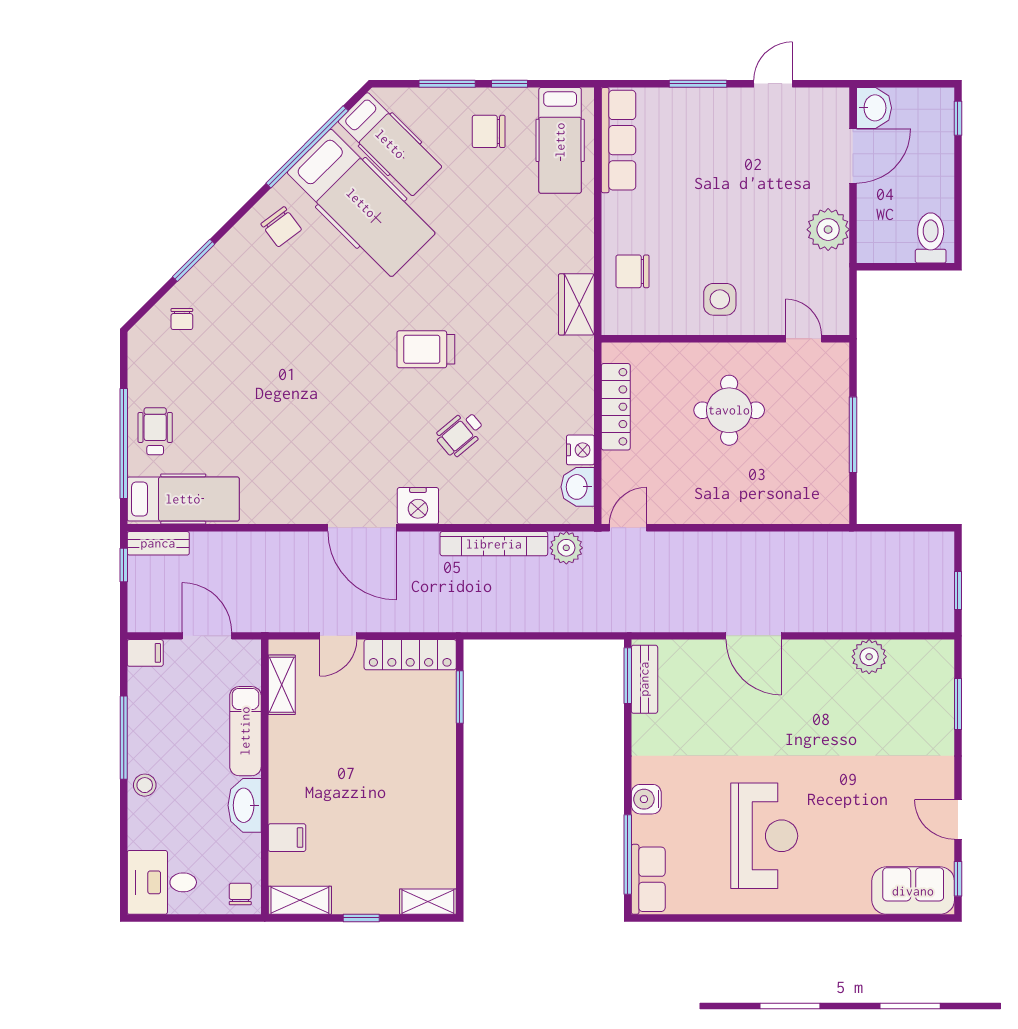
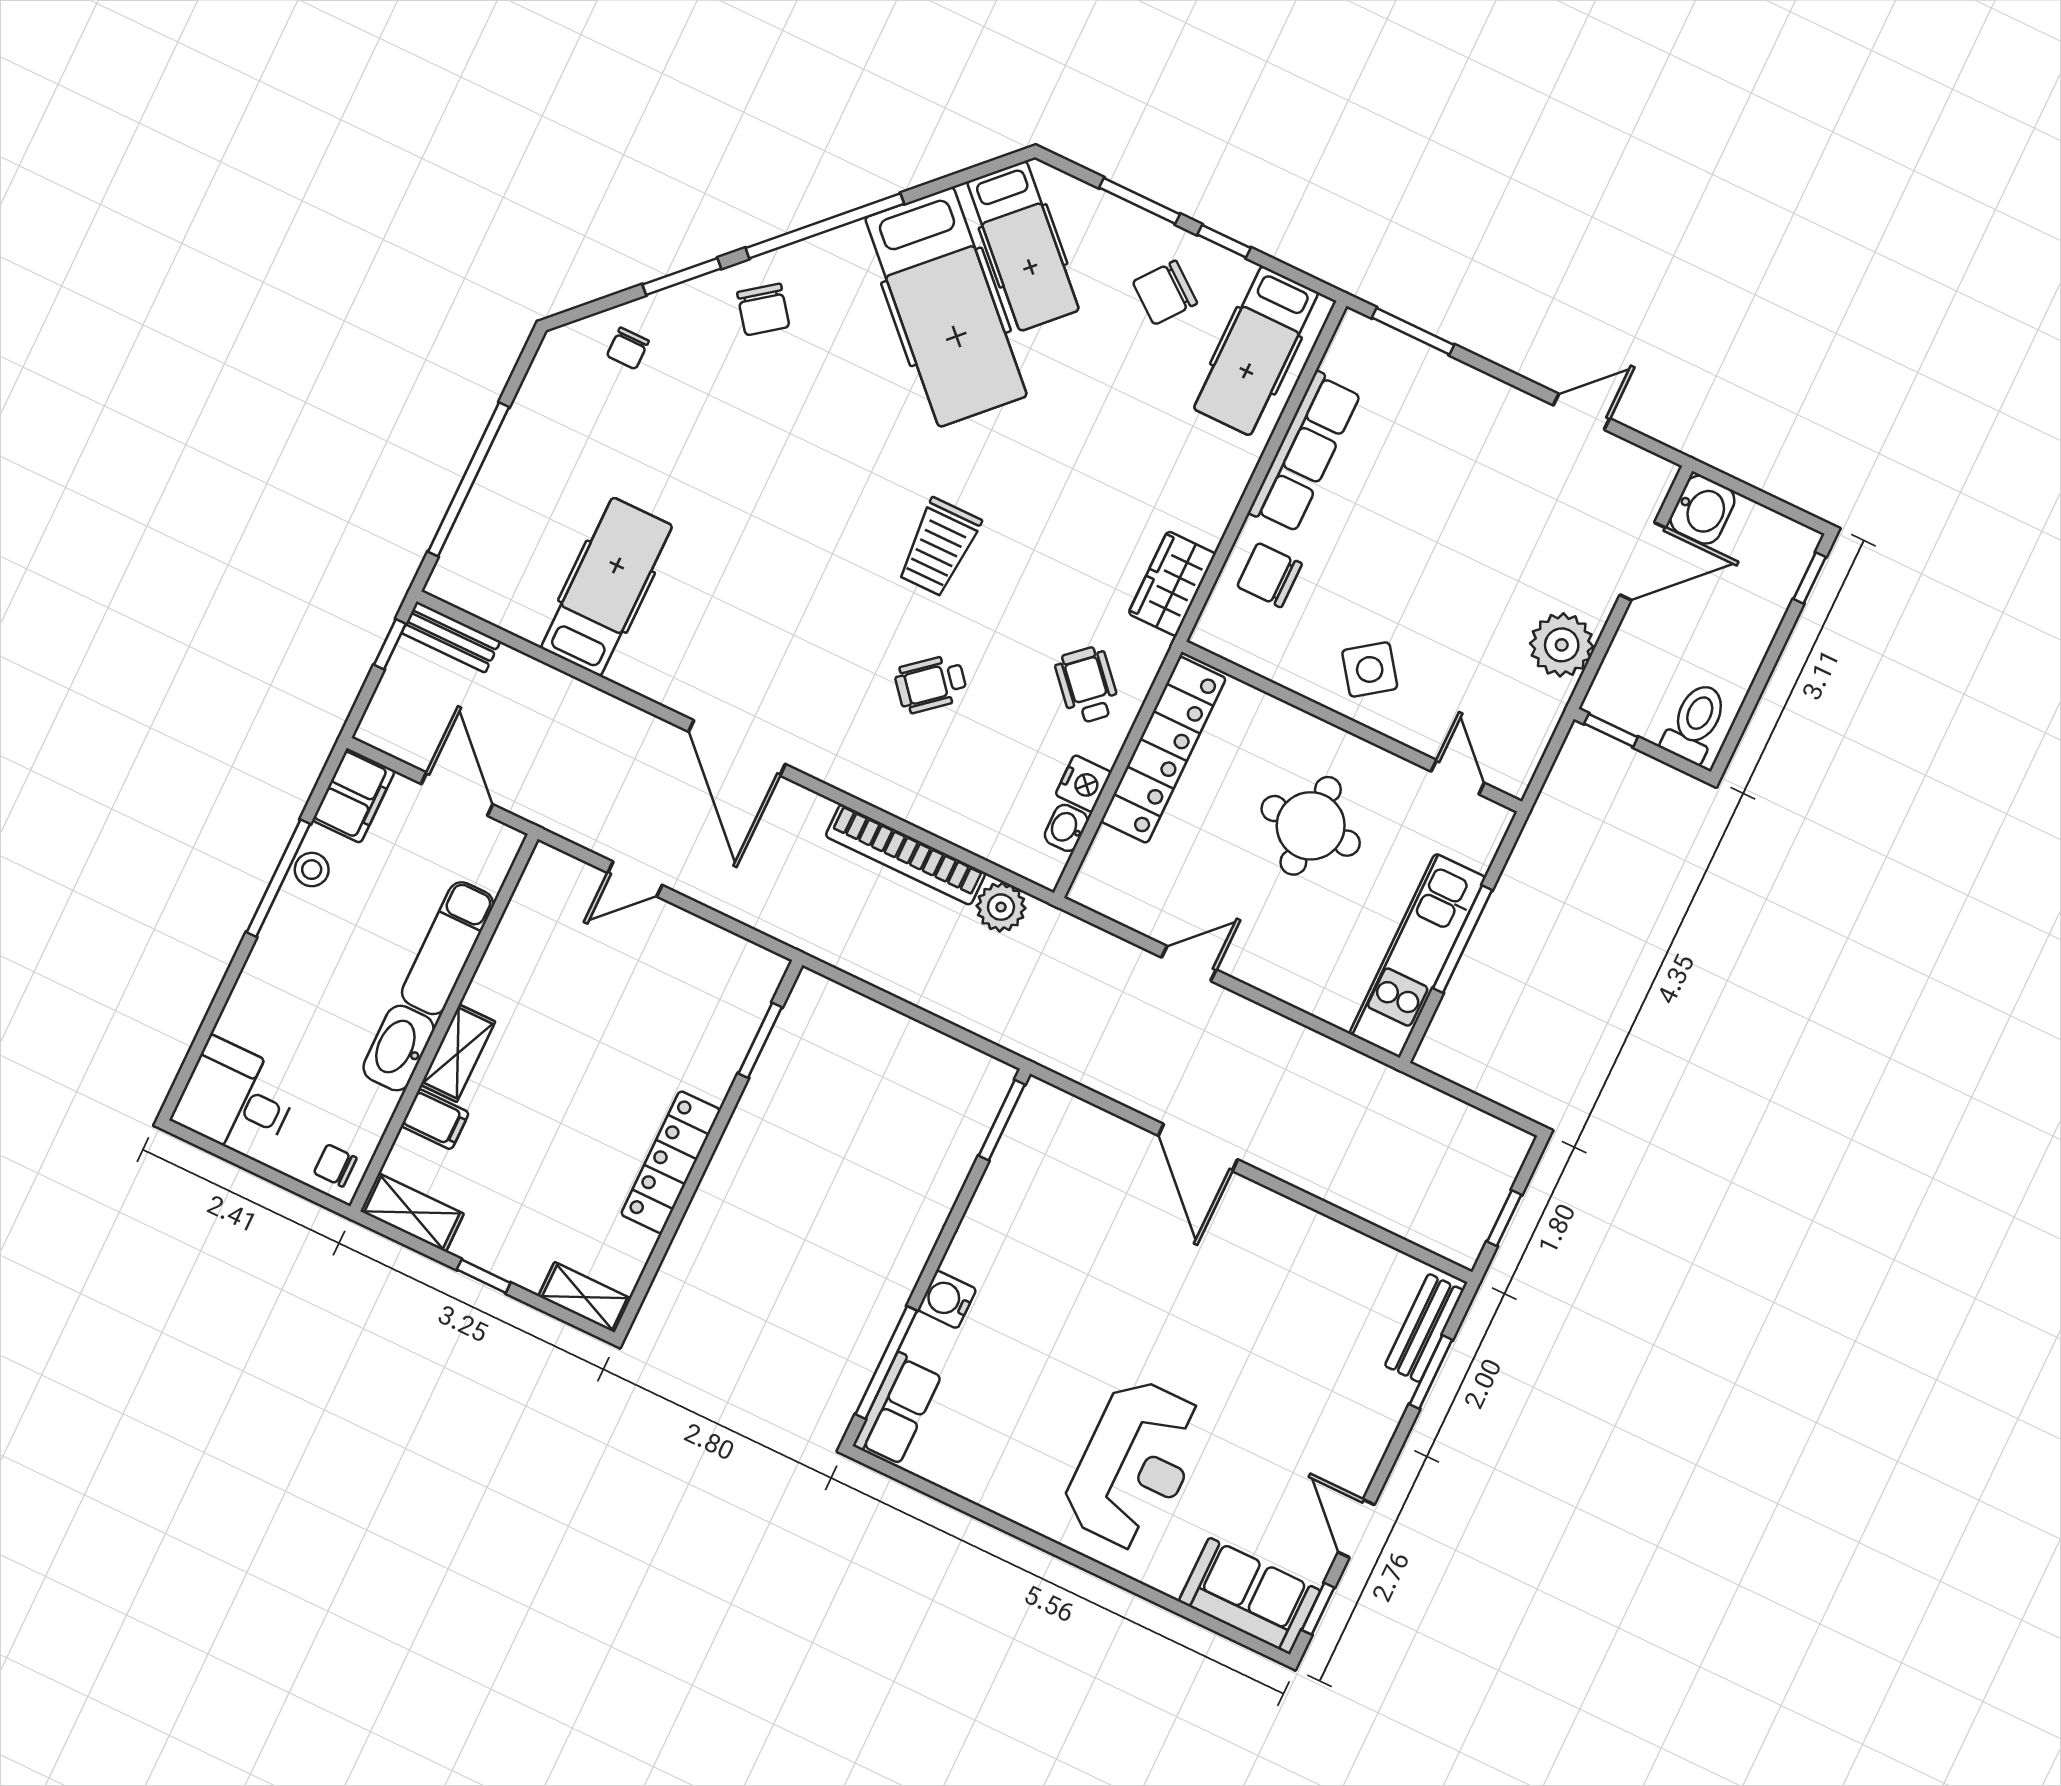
window: (698, 84) -> (1413, 331), moved
chair: (489, 131) -> (1165, 293), turned -52
row of seats: (619, 140) -> (1305, 452), moved
window: (307, 147) -> (825, 226), moved
chair: (281, 227) -> (763, 309), moved
window: (882, 267) -> (1611, 730), added
side table: (720, 299) -> (1370, 669), turned -36
trolley: (426, 349) -> (939, 547), turned -90
locker: (616, 407) -> (1163, 750), width x1.41, depth x1.21
wheelchair: (155, 431) -> (1087, 685), moved, turned -42
kitchen unit: (830, 458) -> (1418, 955), added
washbasin: (578, 487) -> (1066, 828), width x0.72, depth x0.69
hospital bed: (183, 499) -> (607, 587), moved, turned -90
nightstand: (418, 506) -> (827, 754), removed
door: (628, 528) -> (1189, 963), moved
filing cabinet: (145, 653) -> (354, 796), width x2.00
locker: (410, 655) -> (671, 1162), moved, turned 90
plant: (869, 657) -> (1341, 1250), removed
bench: (644, 679) -> (1424, 1328), moved
shelving: (282, 685) -> (458, 1053), moved
stool: (145, 785) -> (312, 870), moved
reception desk: (764, 836) -> (1135, 1465), moved
chair: (240, 894) -> (335, 1165), turned -90

